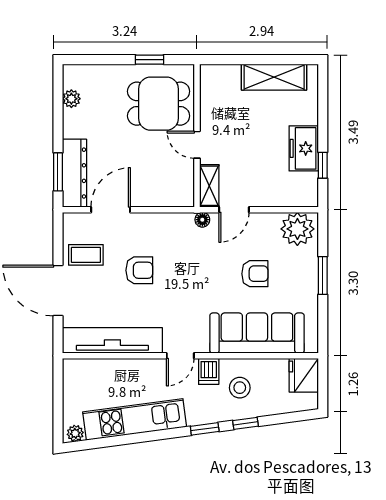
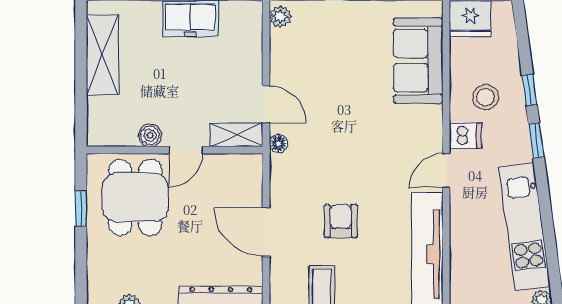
boiler: (209, 116) -> (150, 135), added
door: (111, 210) -> (266, 232), moved
plant: (297, 229) -> (280, 17), width x0.53, depth x0.53
armchair: (255, 274) -> (345, 79), removed
sofa: (257, 333) -> (418, 61), width x0.73
door: (180, 356) -> (446, 171), swing flipped

